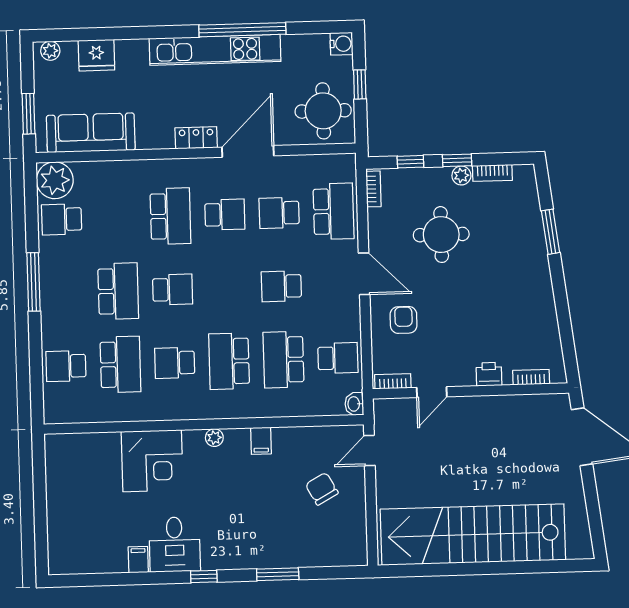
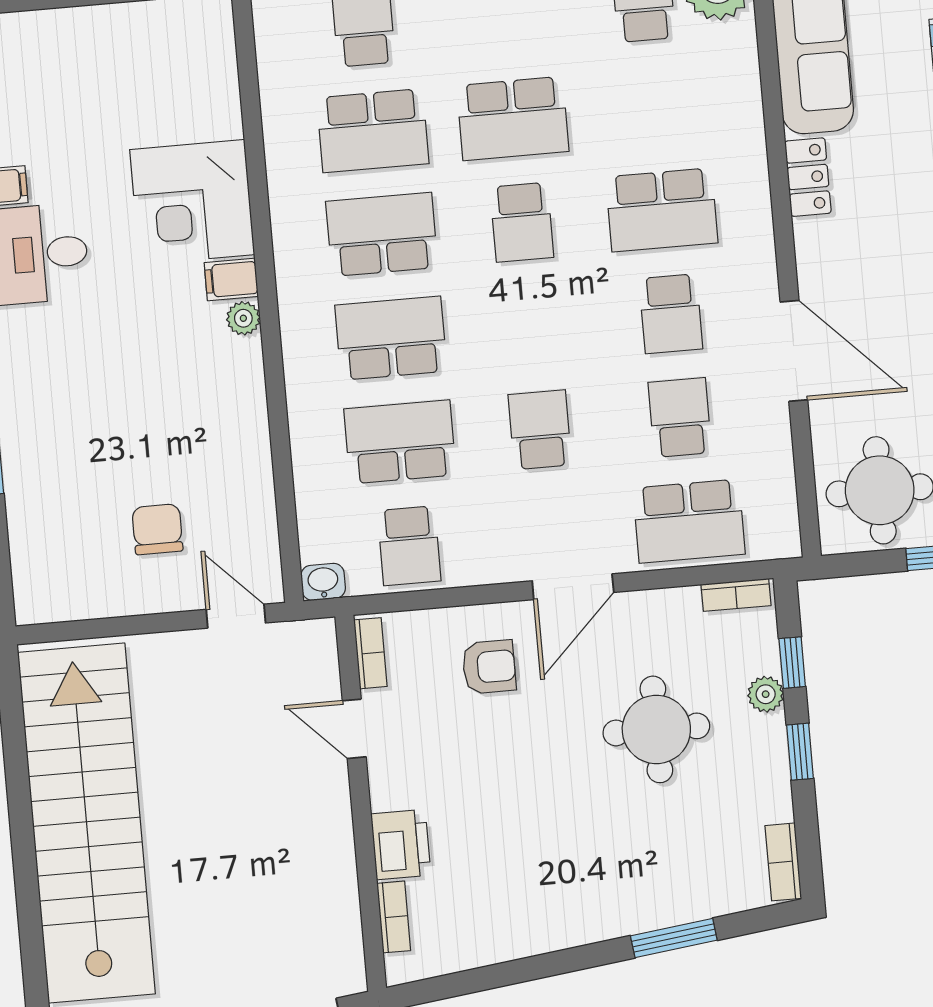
locker: (196, 138) -> (808, 177), moved
bookcase: (492, 173) -> (783, 862), moved
plant: (461, 175) -> (766, 694), moved
school desk: (175, 363) -> (382, 234), width x1.85
printer: (489, 374) -> (401, 845), width x1.36, depth x1.24
filing cabinet: (261, 441) -> (231, 279), moved
chair: (322, 489) -> (157, 529), turned -61

